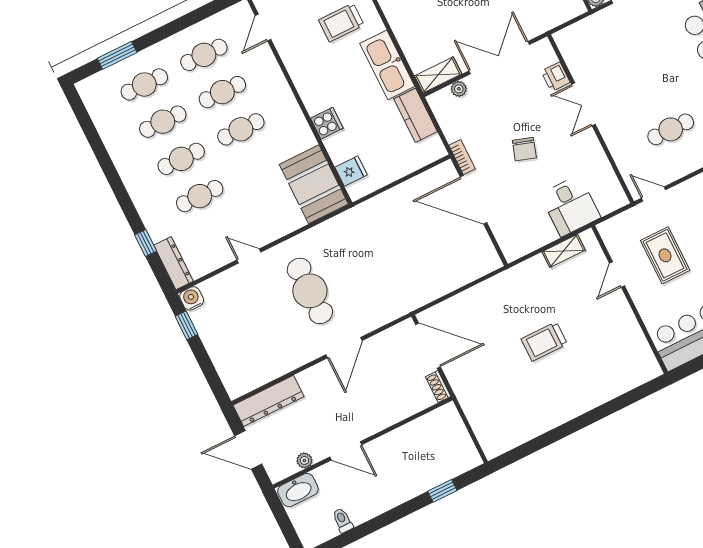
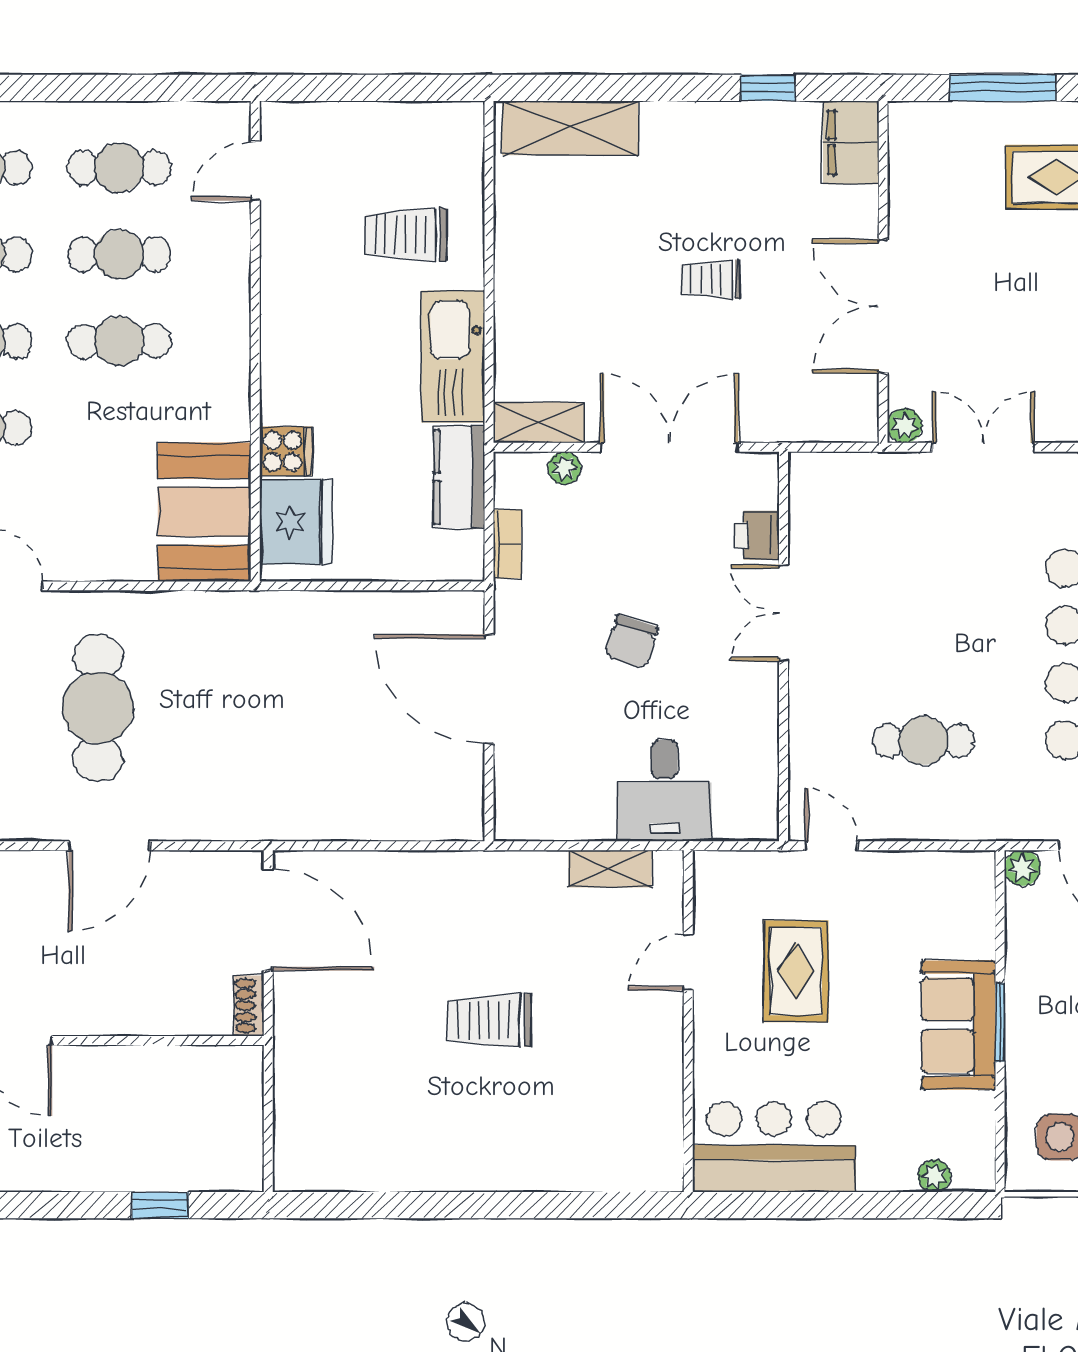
cooker: (327, 123) -> (286, 451), moved
bookcase: (462, 157) -> (507, 544), moved
fridge: (351, 171) -> (295, 522), width x1.88, depth x1.34

